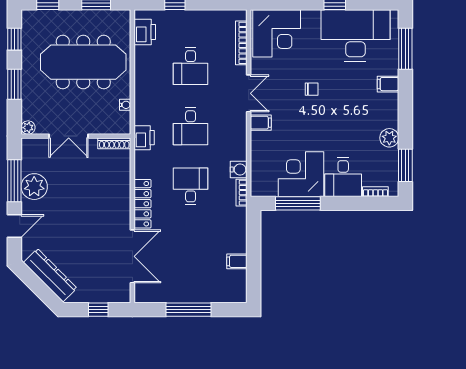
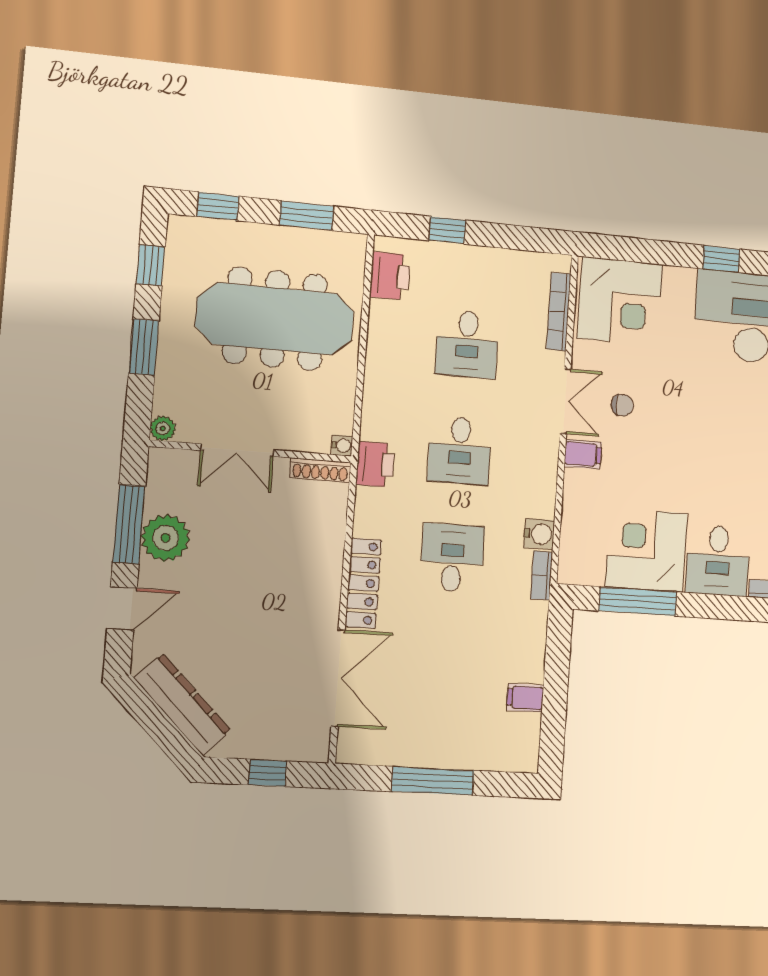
chair: (312, 89) -> (623, 405), moved
water cooler: (125, 105) -> (342, 445), moved

